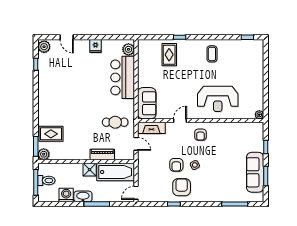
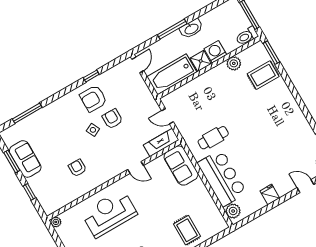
door: (180, 121) -> (136, 167), hinge flipped
cafe table: (115, 122) -> (213, 138), moved
armchair: (200, 135) -> (77, 168), moved
plant: (44, 154) -> (234, 63), moved
piano: (102, 155) -> (196, 84), removed
sofa: (255, 172) -> (25, 159), width x0.73
toilet: (46, 181) -> (247, 36), moved
armchair: (182, 187) -> (93, 99), turned 90
washing machine: (66, 195) -> (215, 52), moved, turned 180

